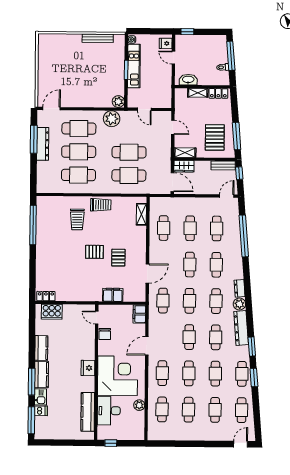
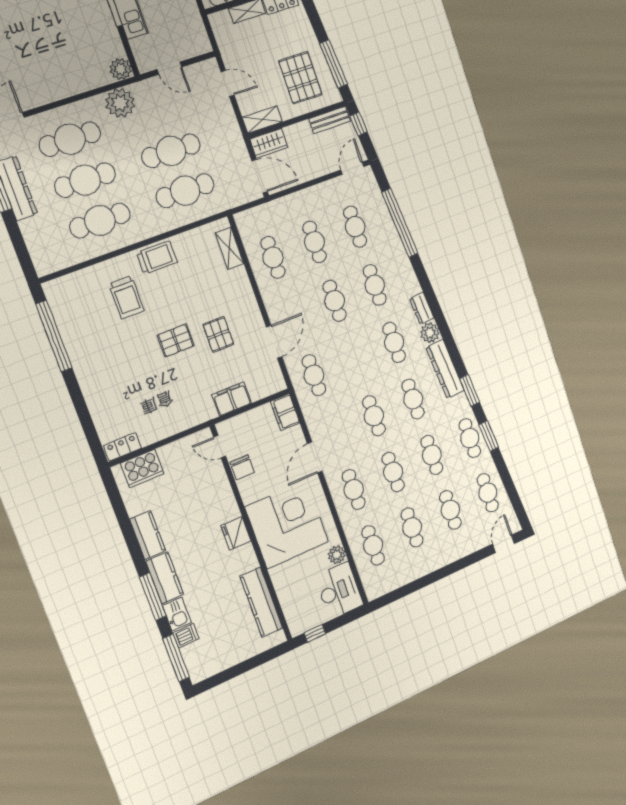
cafe table: (189, 301) -> (354, 359), removed
desk: (109, 411) -> (339, 591), moved, turned 180

